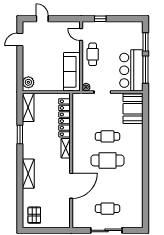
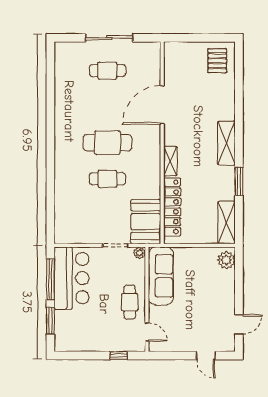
booth: (133, 109) -> (146, 222), moved
shelving: (28, 174) -> (226, 143), moved

